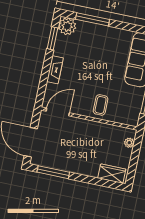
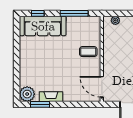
window: (92, 19) -> (17, 74), removed
fireplace: (55, 70) -> (51, 97), moved

